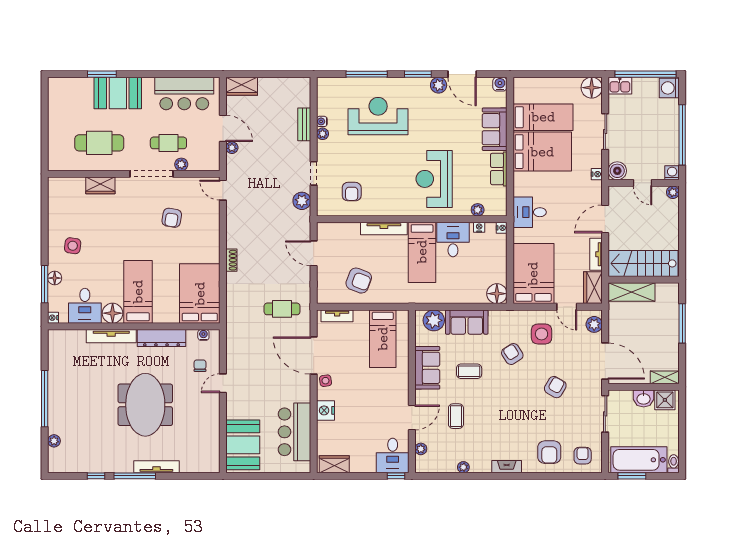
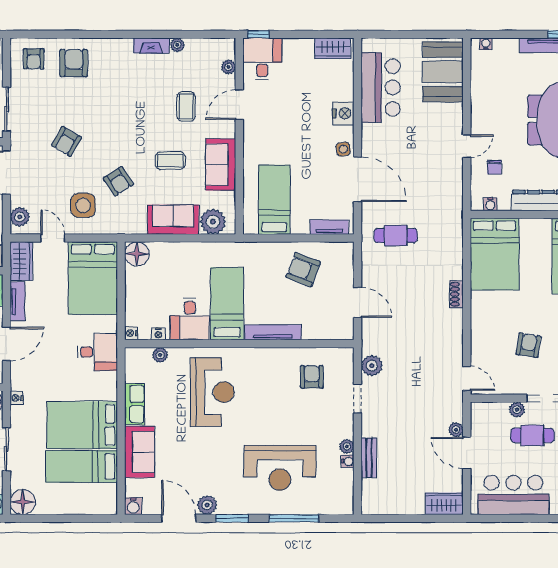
fireplace: (507, 467) -> (151, 46), moved
water cooler: (207, 468) -> (486, 44), added

